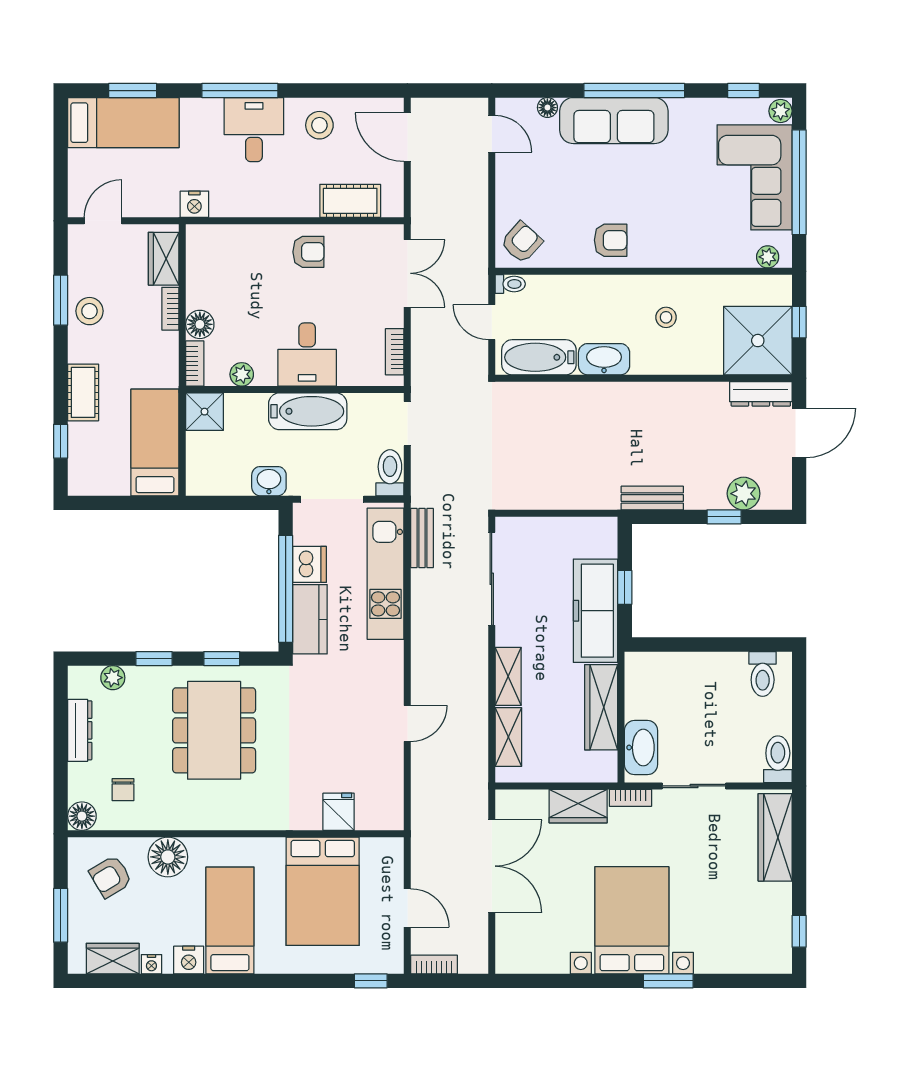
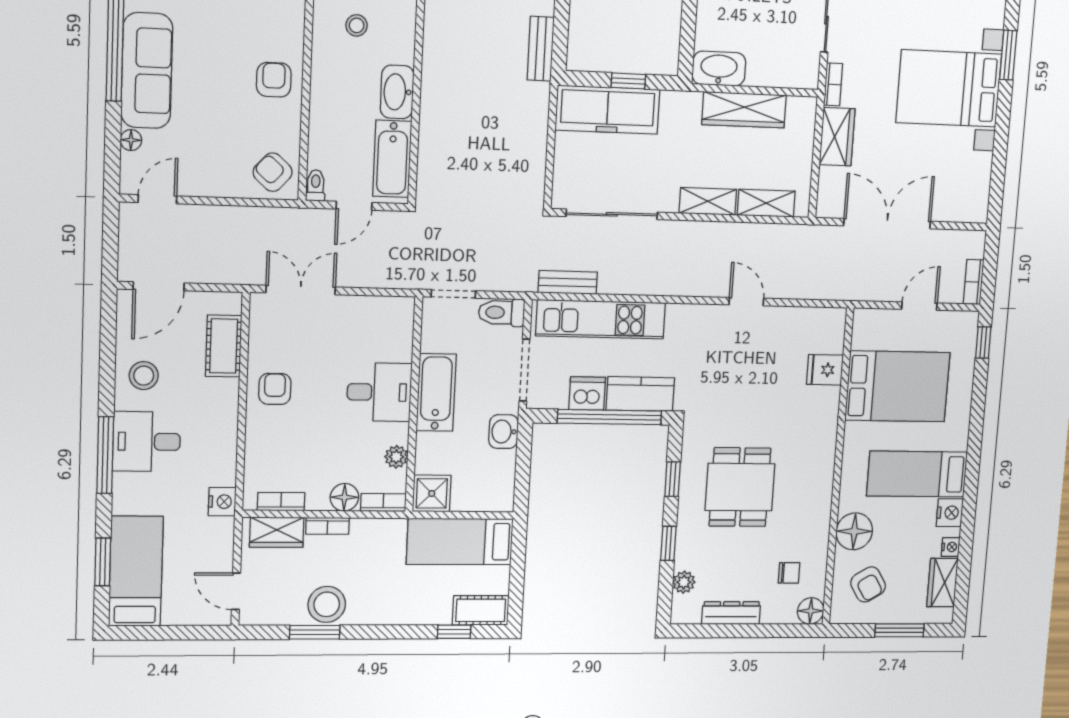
stool: (89, 311) -> (327, 604), width x1.38, depth x1.38
bookcase: (395, 352) -> (281, 502), moved, turned 180
cot: (83, 392) -> (481, 610), moved
freezer: (595, 611) -> (608, 110), moved
dining table: (214, 730) -> (740, 487), width x0.73
washbasin: (641, 748) -> (719, 69), moved

